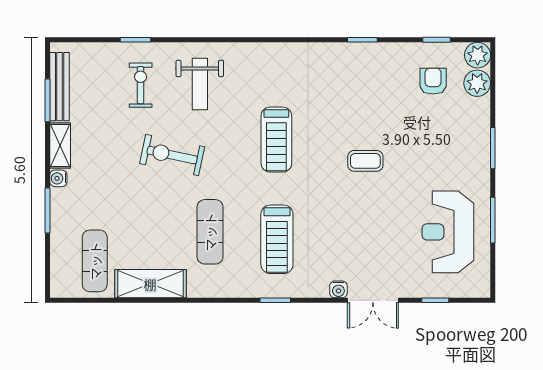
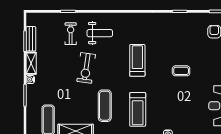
weight bench: (200, 84) -> (100, 33), turned -90
bench: (60, 87) -> (31, 39), width x0.73
treadmill: (276, 140) -> (137, 60), turned 180
exercise bike: (172, 155) -> (86, 68), turned -94

